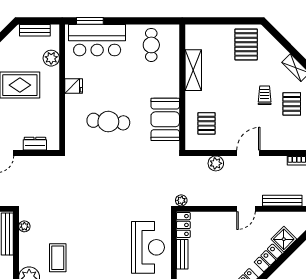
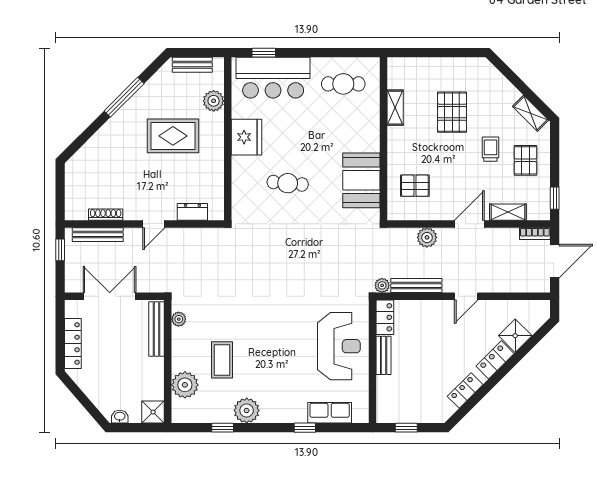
window: (90, 21) -> (264, 53), width x0.67
pallet: (246, 44) -> (452, 112), moved
cafe table: (151, 45) -> (343, 84), turned 90
shelving: (193, 70) -> (395, 108), width x0.67, depth x0.75
fridge: (74, 86) -> (247, 137), width x1.88, depth x1.34
cafe table: (108, 122) -> (288, 183), width x0.73, depth x0.74
pallet: (206, 123) -> (415, 186), turned 90
shelving: (278, 144) -> (508, 212), added
bench: (282, 201) -> (416, 286), moved

